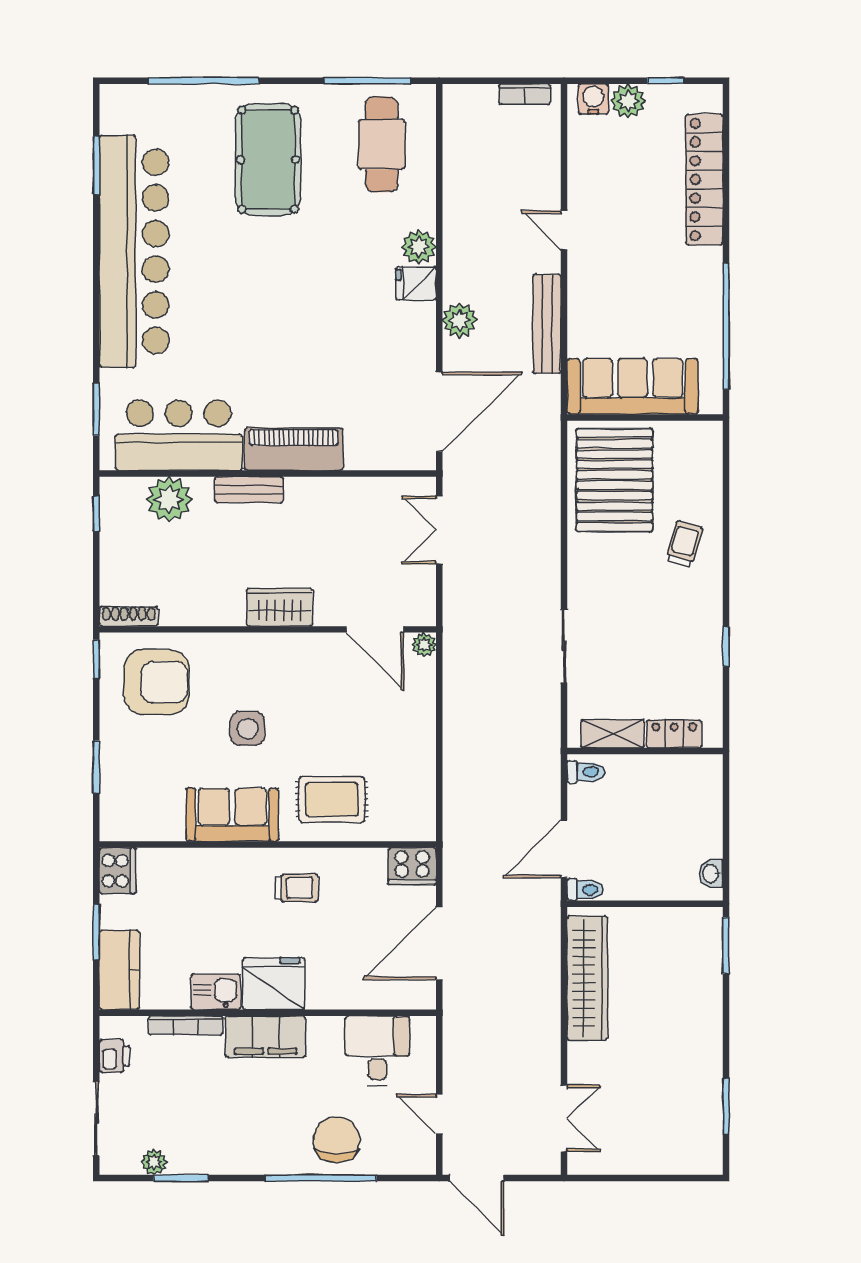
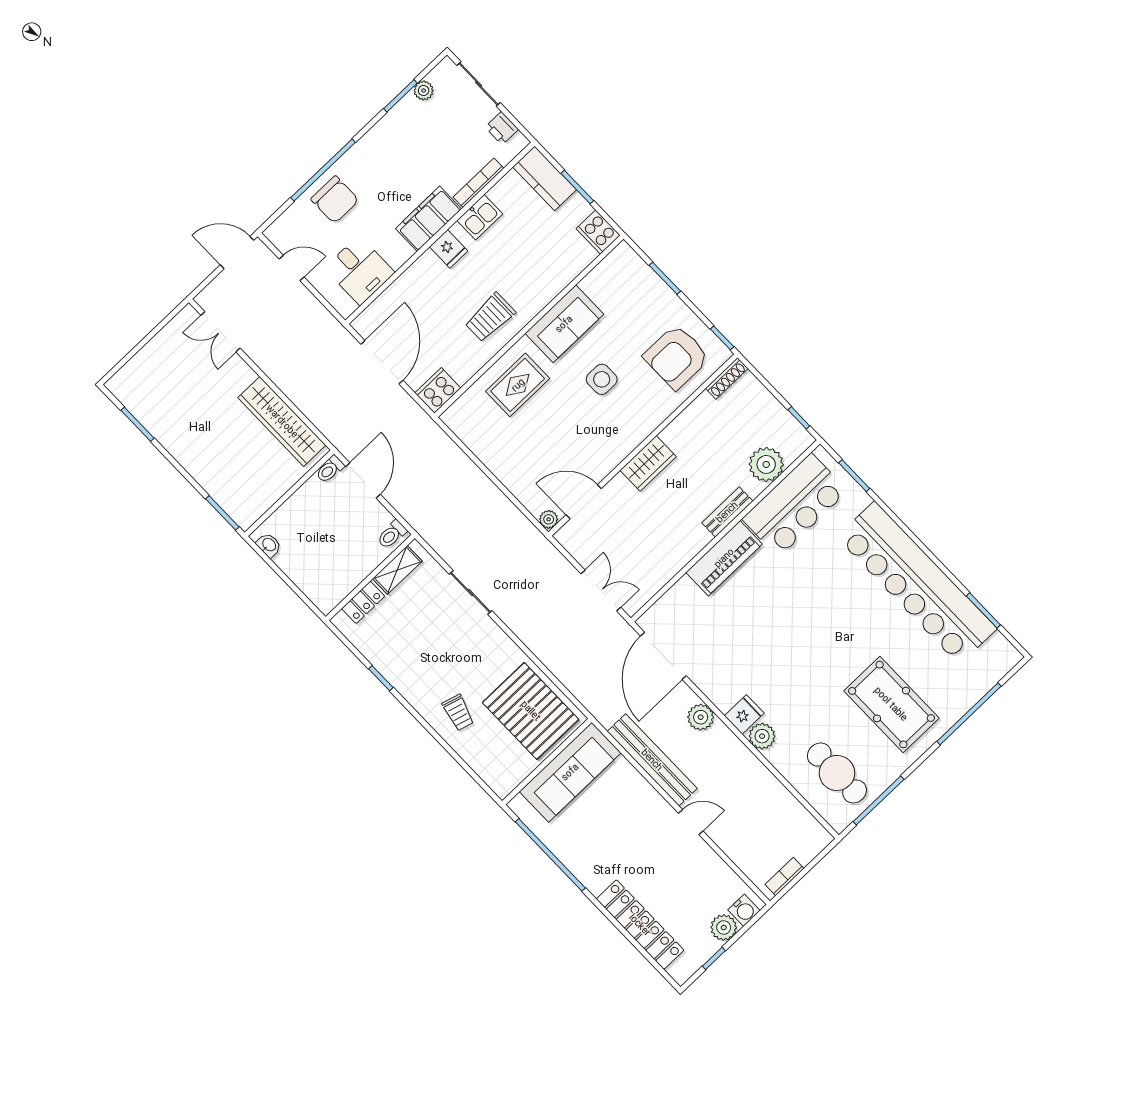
bench: (547, 324) -> (652, 760), width x1.37, depth x1.21
trolley: (297, 888) -> (490, 317), width x1.36, depth x1.39
fridge: (274, 984) -> (449, 249), width x0.53, depth x0.75

